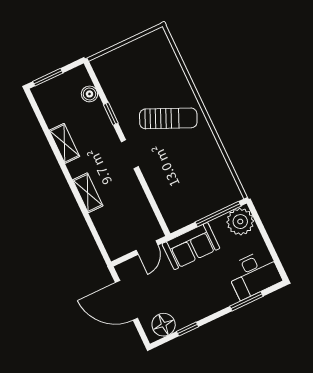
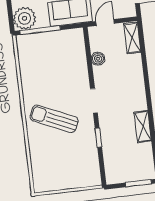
boiler: (89, 94) -> (98, 59), moved
shelving: (88, 193) -> (132, 38), moved

